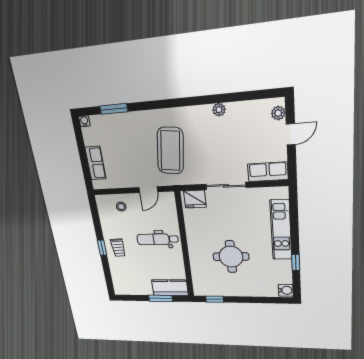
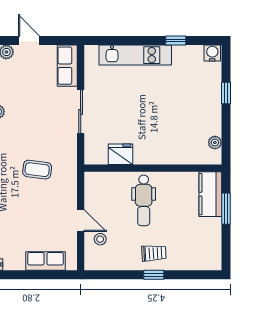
coffee table: (170, 151) -> (37, 170), width x0.54, depth x0.58
door: (148, 190) -> (81, 221), moved
fridge: (195, 199) -> (121, 154), moved, turned -90
round table: (231, 257) -> (168, 114), removed
plant: (211, 291) -> (215, 143), added
window: (215, 299) -> (226, 93), moved

